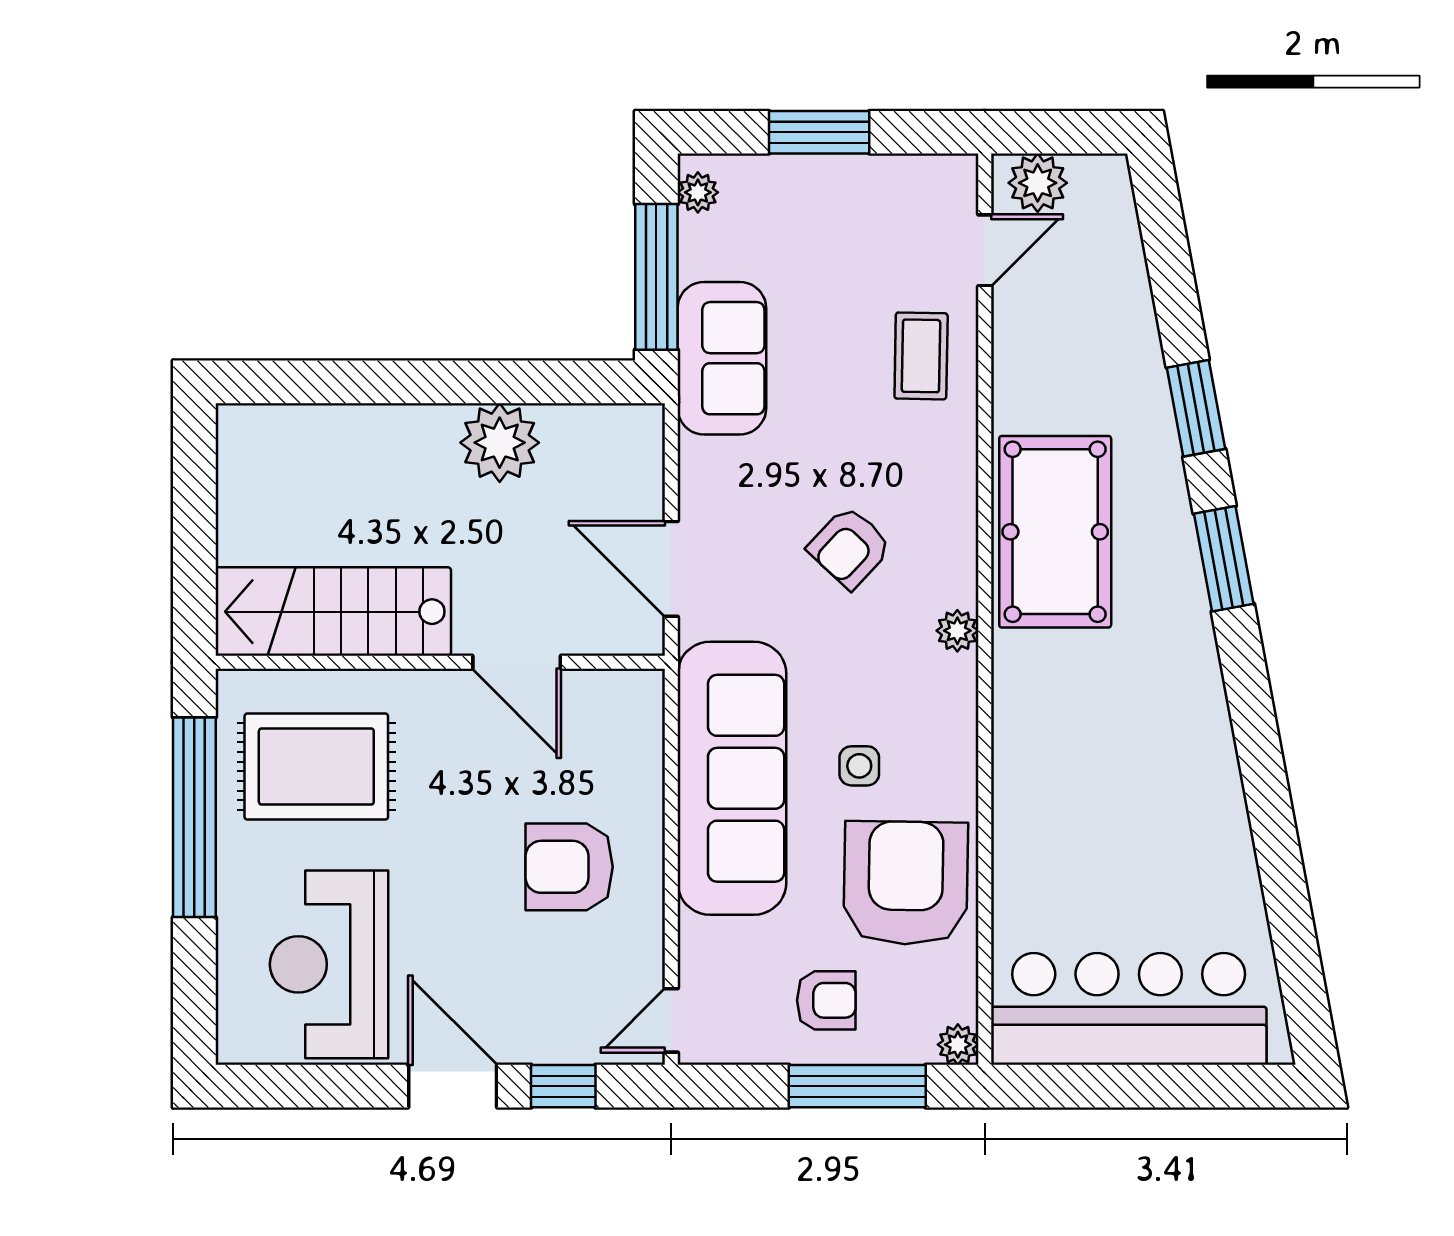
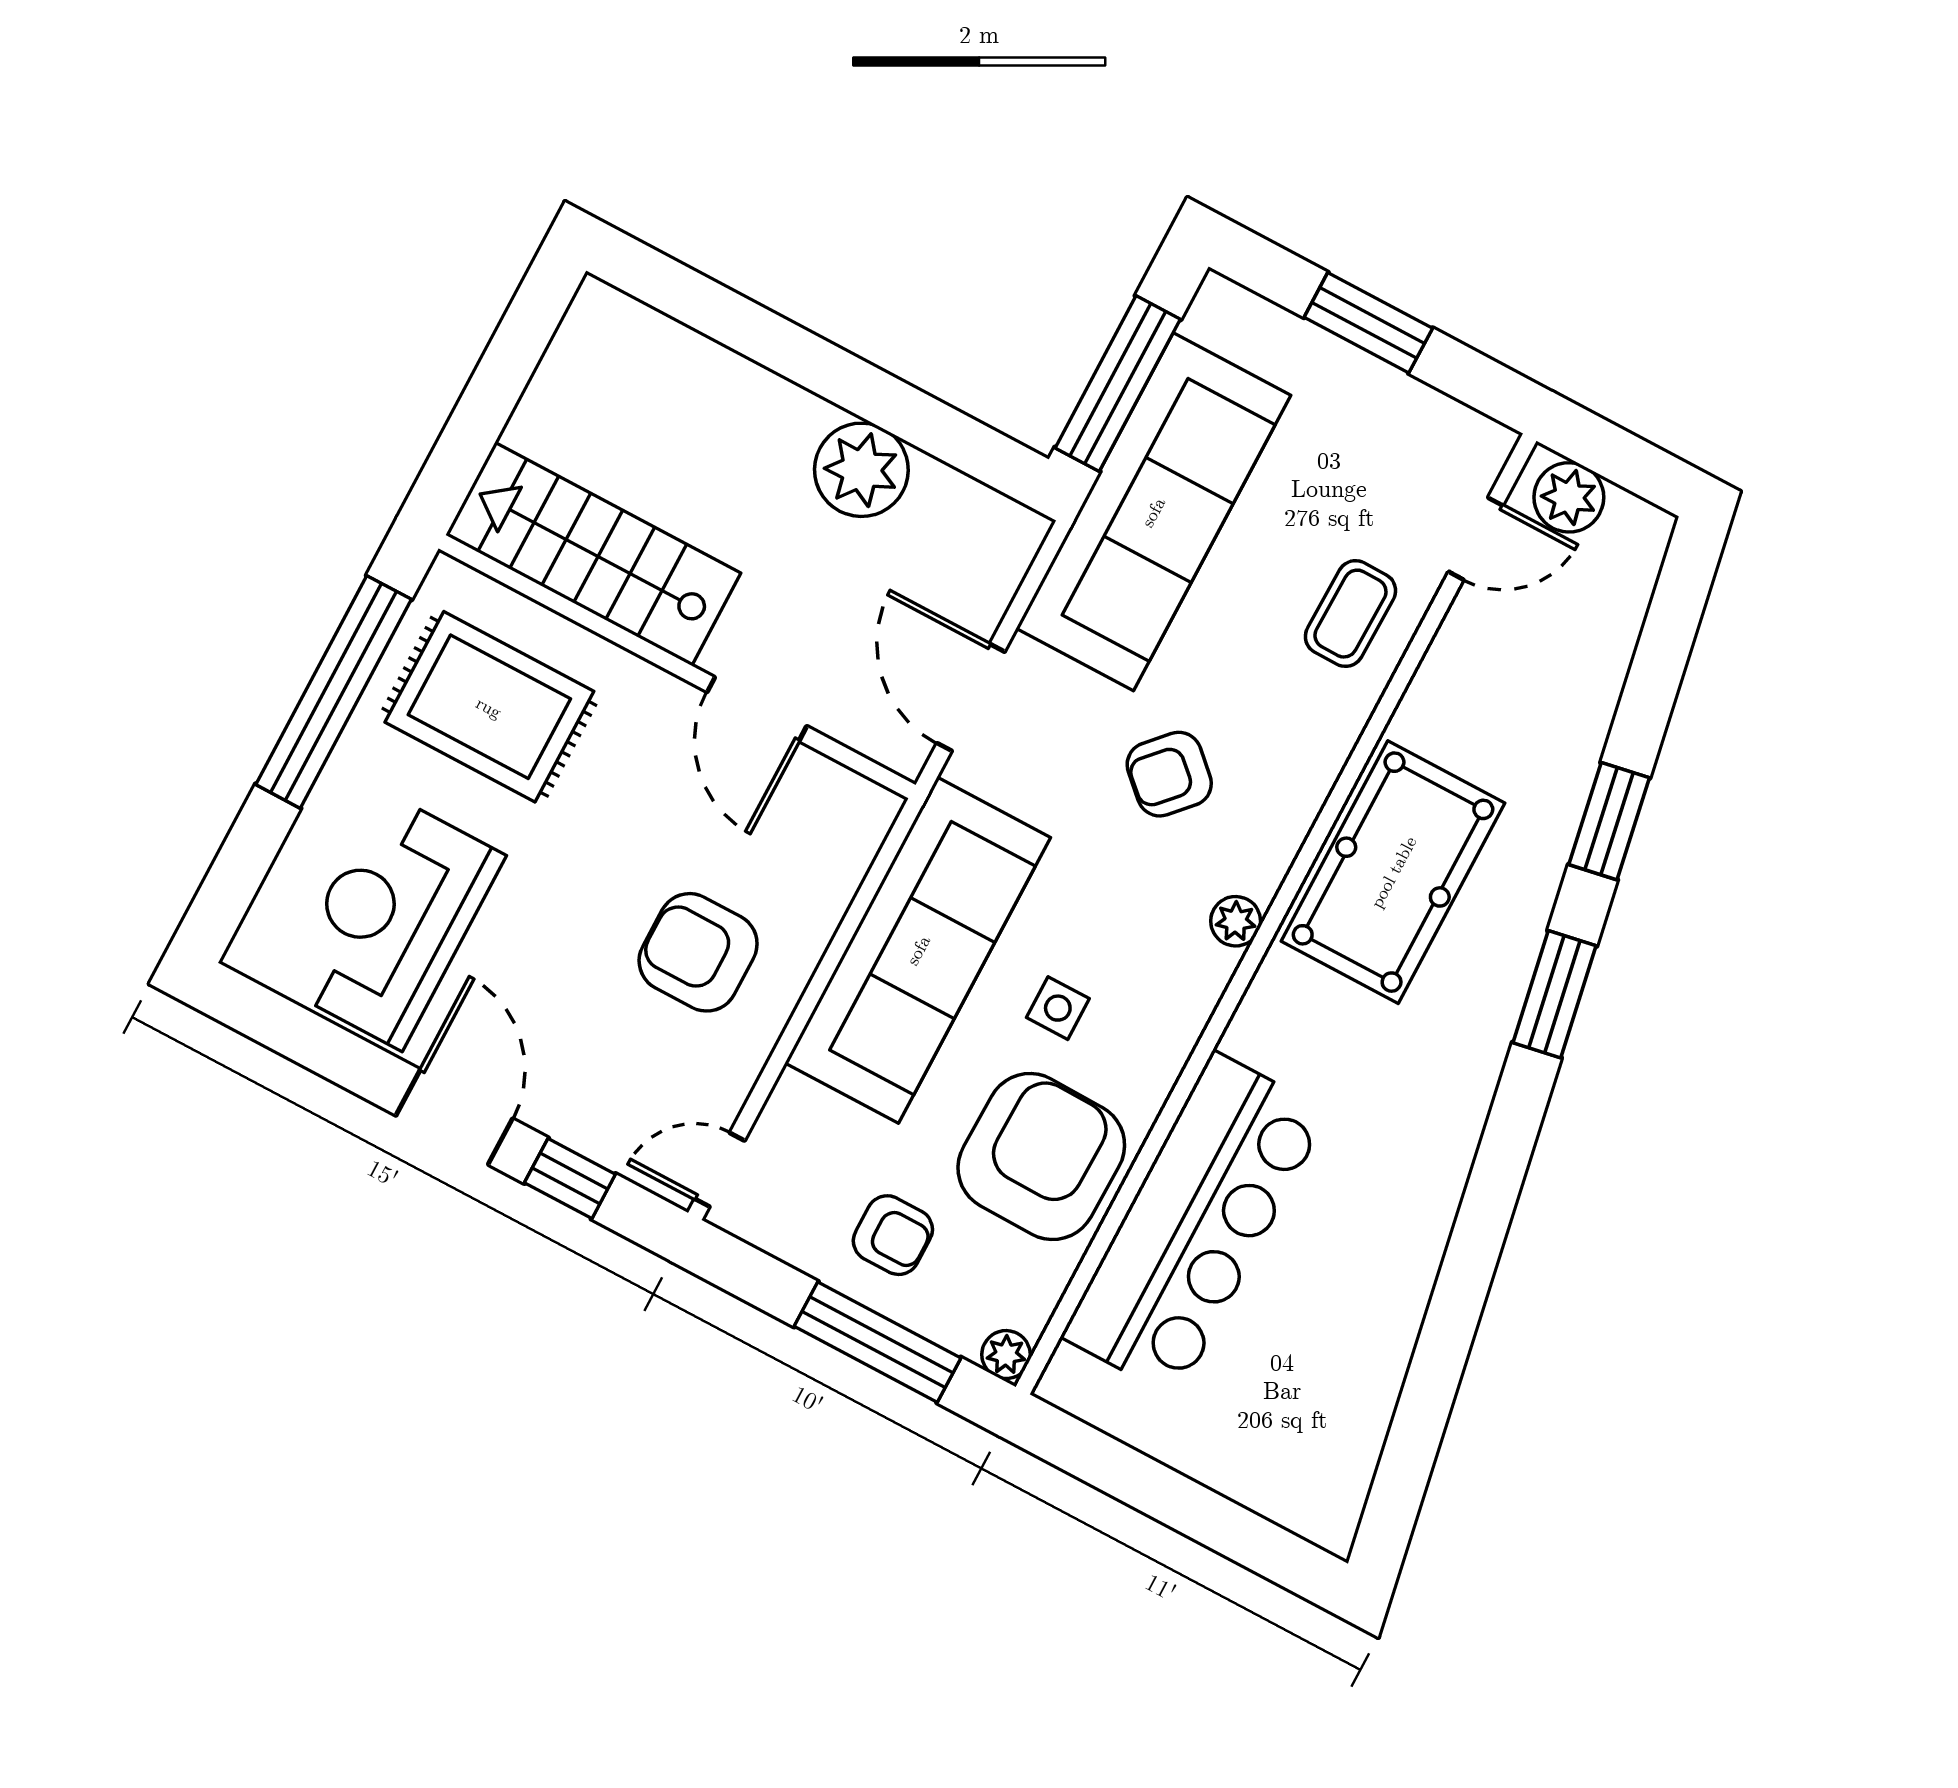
plant: (698, 192) -> (1208, 318), removed
sofa: (722, 358) -> (1153, 512), width x1.85, depth x1.27
bar counter: (1129, 1009) -> (1195, 1224), moved, turned 90

